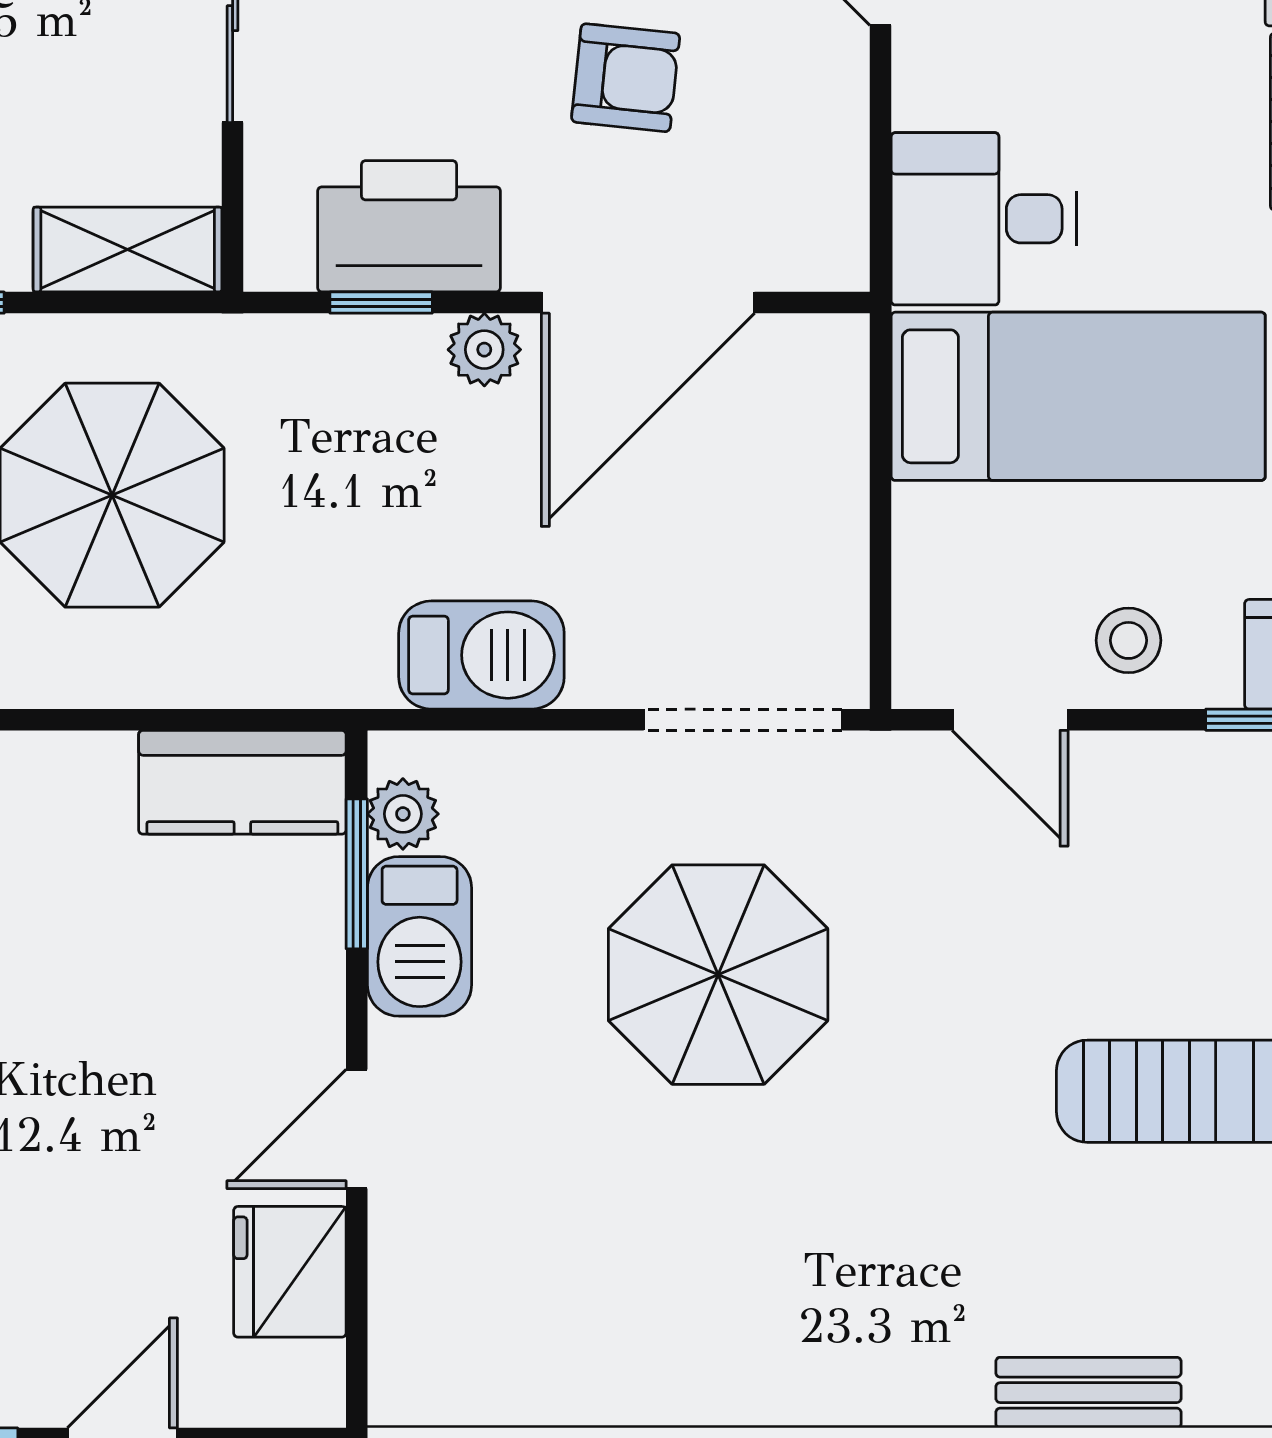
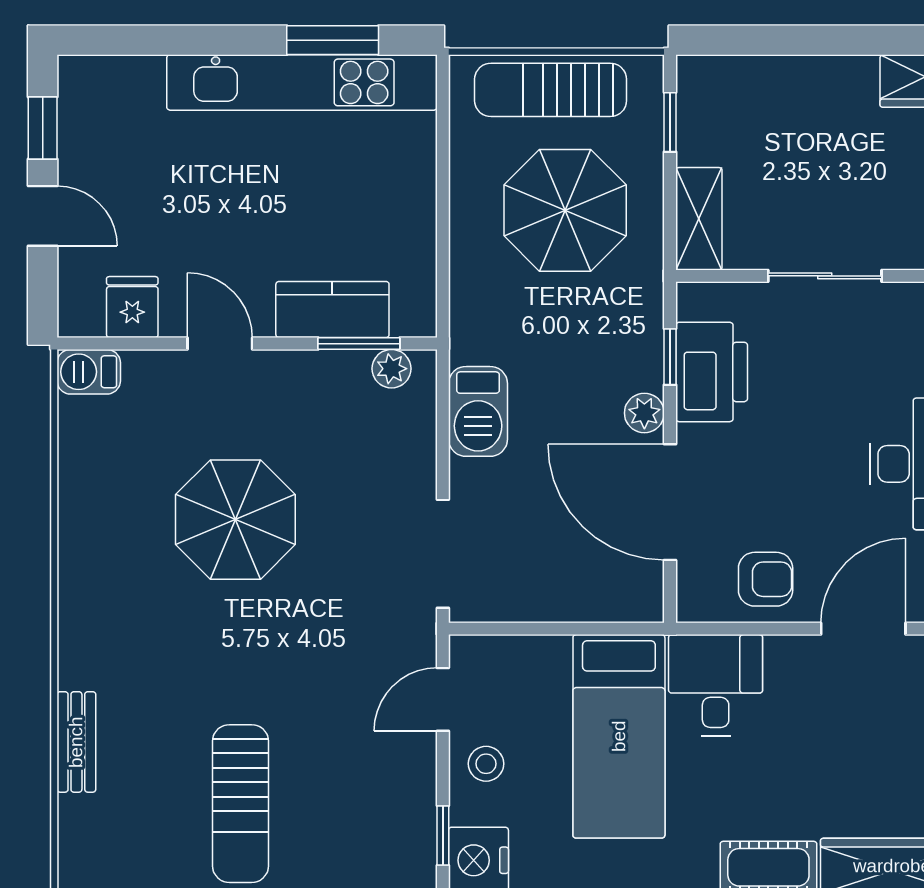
armchair: (626, 78) -> (766, 579), moved, turned -96
kitchen counter: (242, 782) -> (332, 309), moved, turned 90
barbecue: (420, 936) -> (89, 372), moved, width x0.73, depth x0.79
parasol: (718, 975) -> (235, 520), moved
fridge: (290, 1272) -> (132, 307), width x0.72

